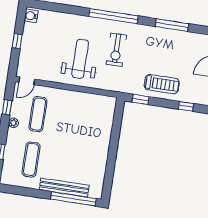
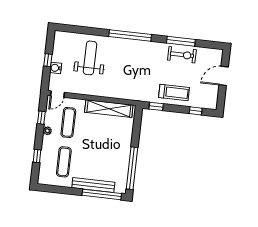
water cooler: (31, 16) -> (56, 68), moved
exercise bike: (116, 50) -> (182, 55), moved, turned -90
weight bench: (80, 59) -> (90, 58), moved
shelving: (86, 100) -> (109, 109), added
window: (110, 170) -> (132, 168), added

